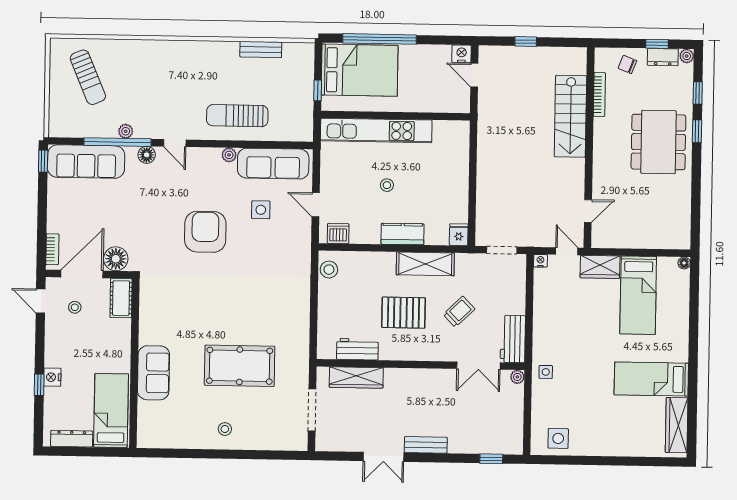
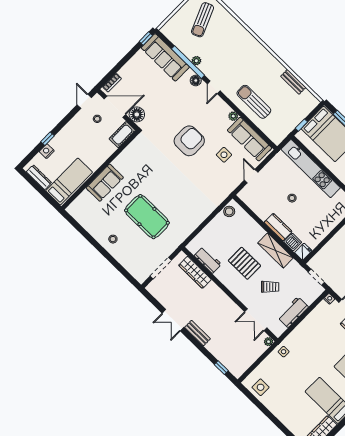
dishwasher: (338, 233) -> (293, 242), moved
workbench: (513, 339) -> (293, 312), moved
nightstand: (52, 377) -> (47, 151), moved

